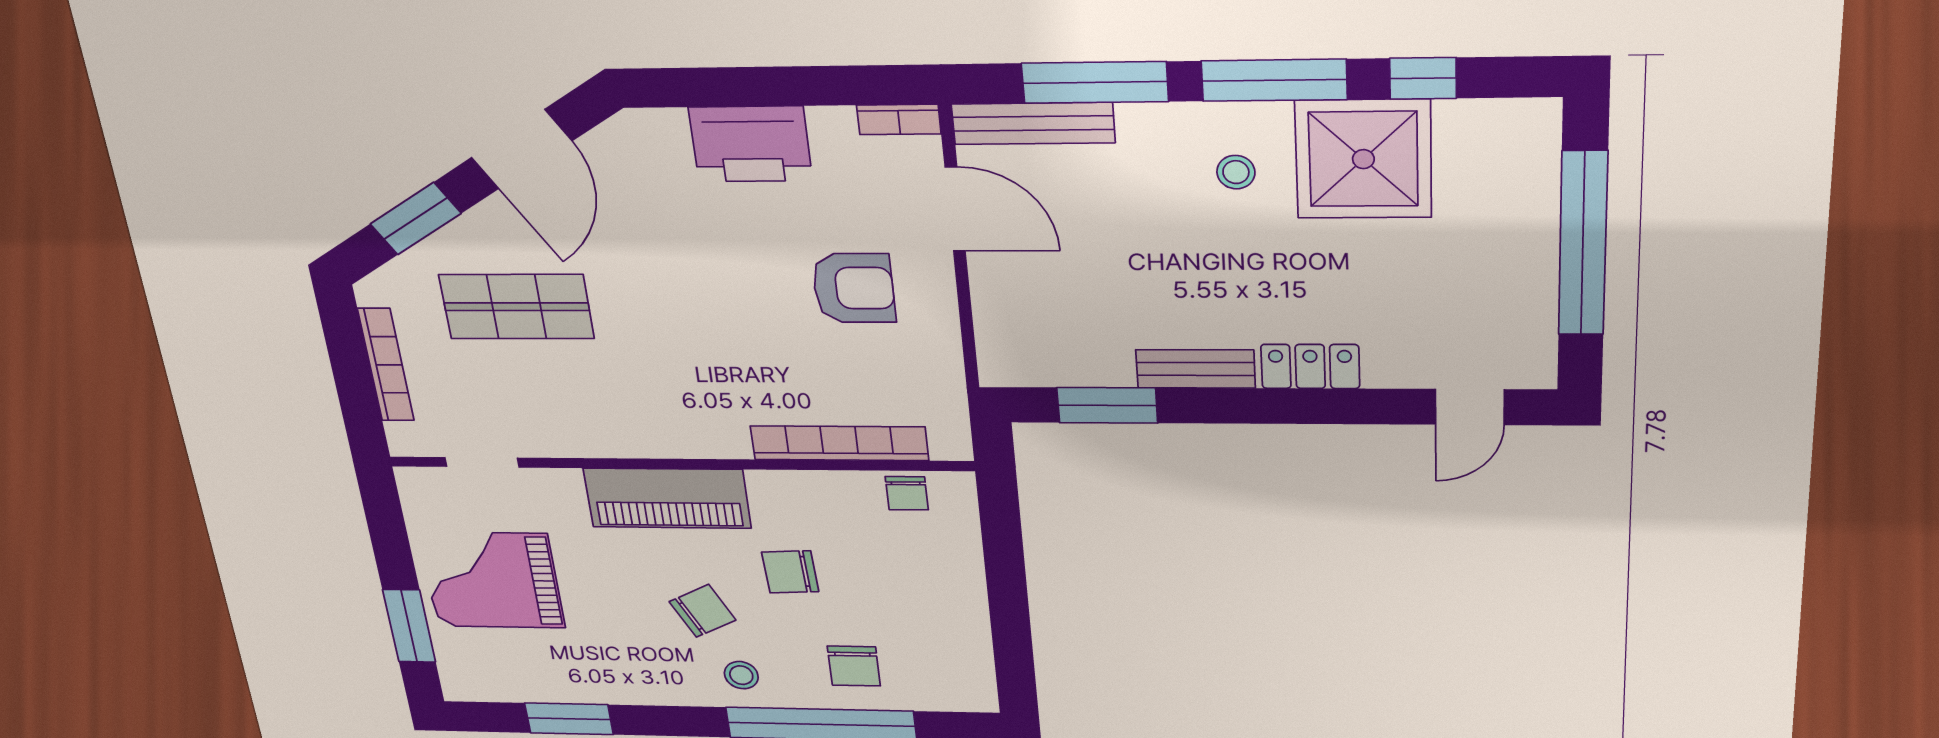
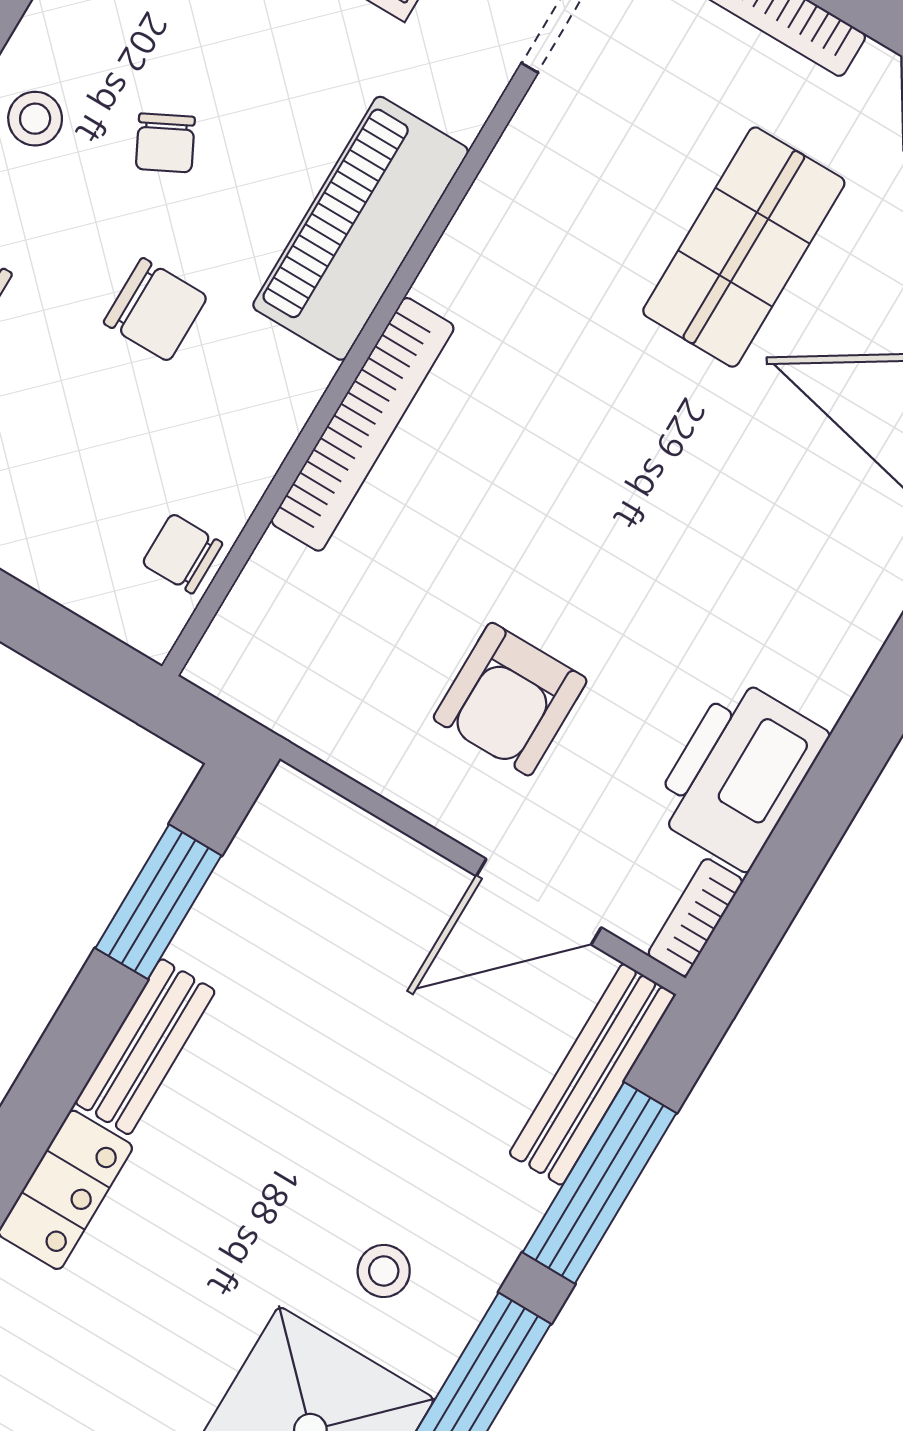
printer: (751, 144) -> (739, 774), moved
bookcase: (839, 443) -> (363, 424), moved
chair: (790, 572) -> (155, 310), turned 93
chair: (703, 611) -> (165, 143), width x0.73, depth x0.73

